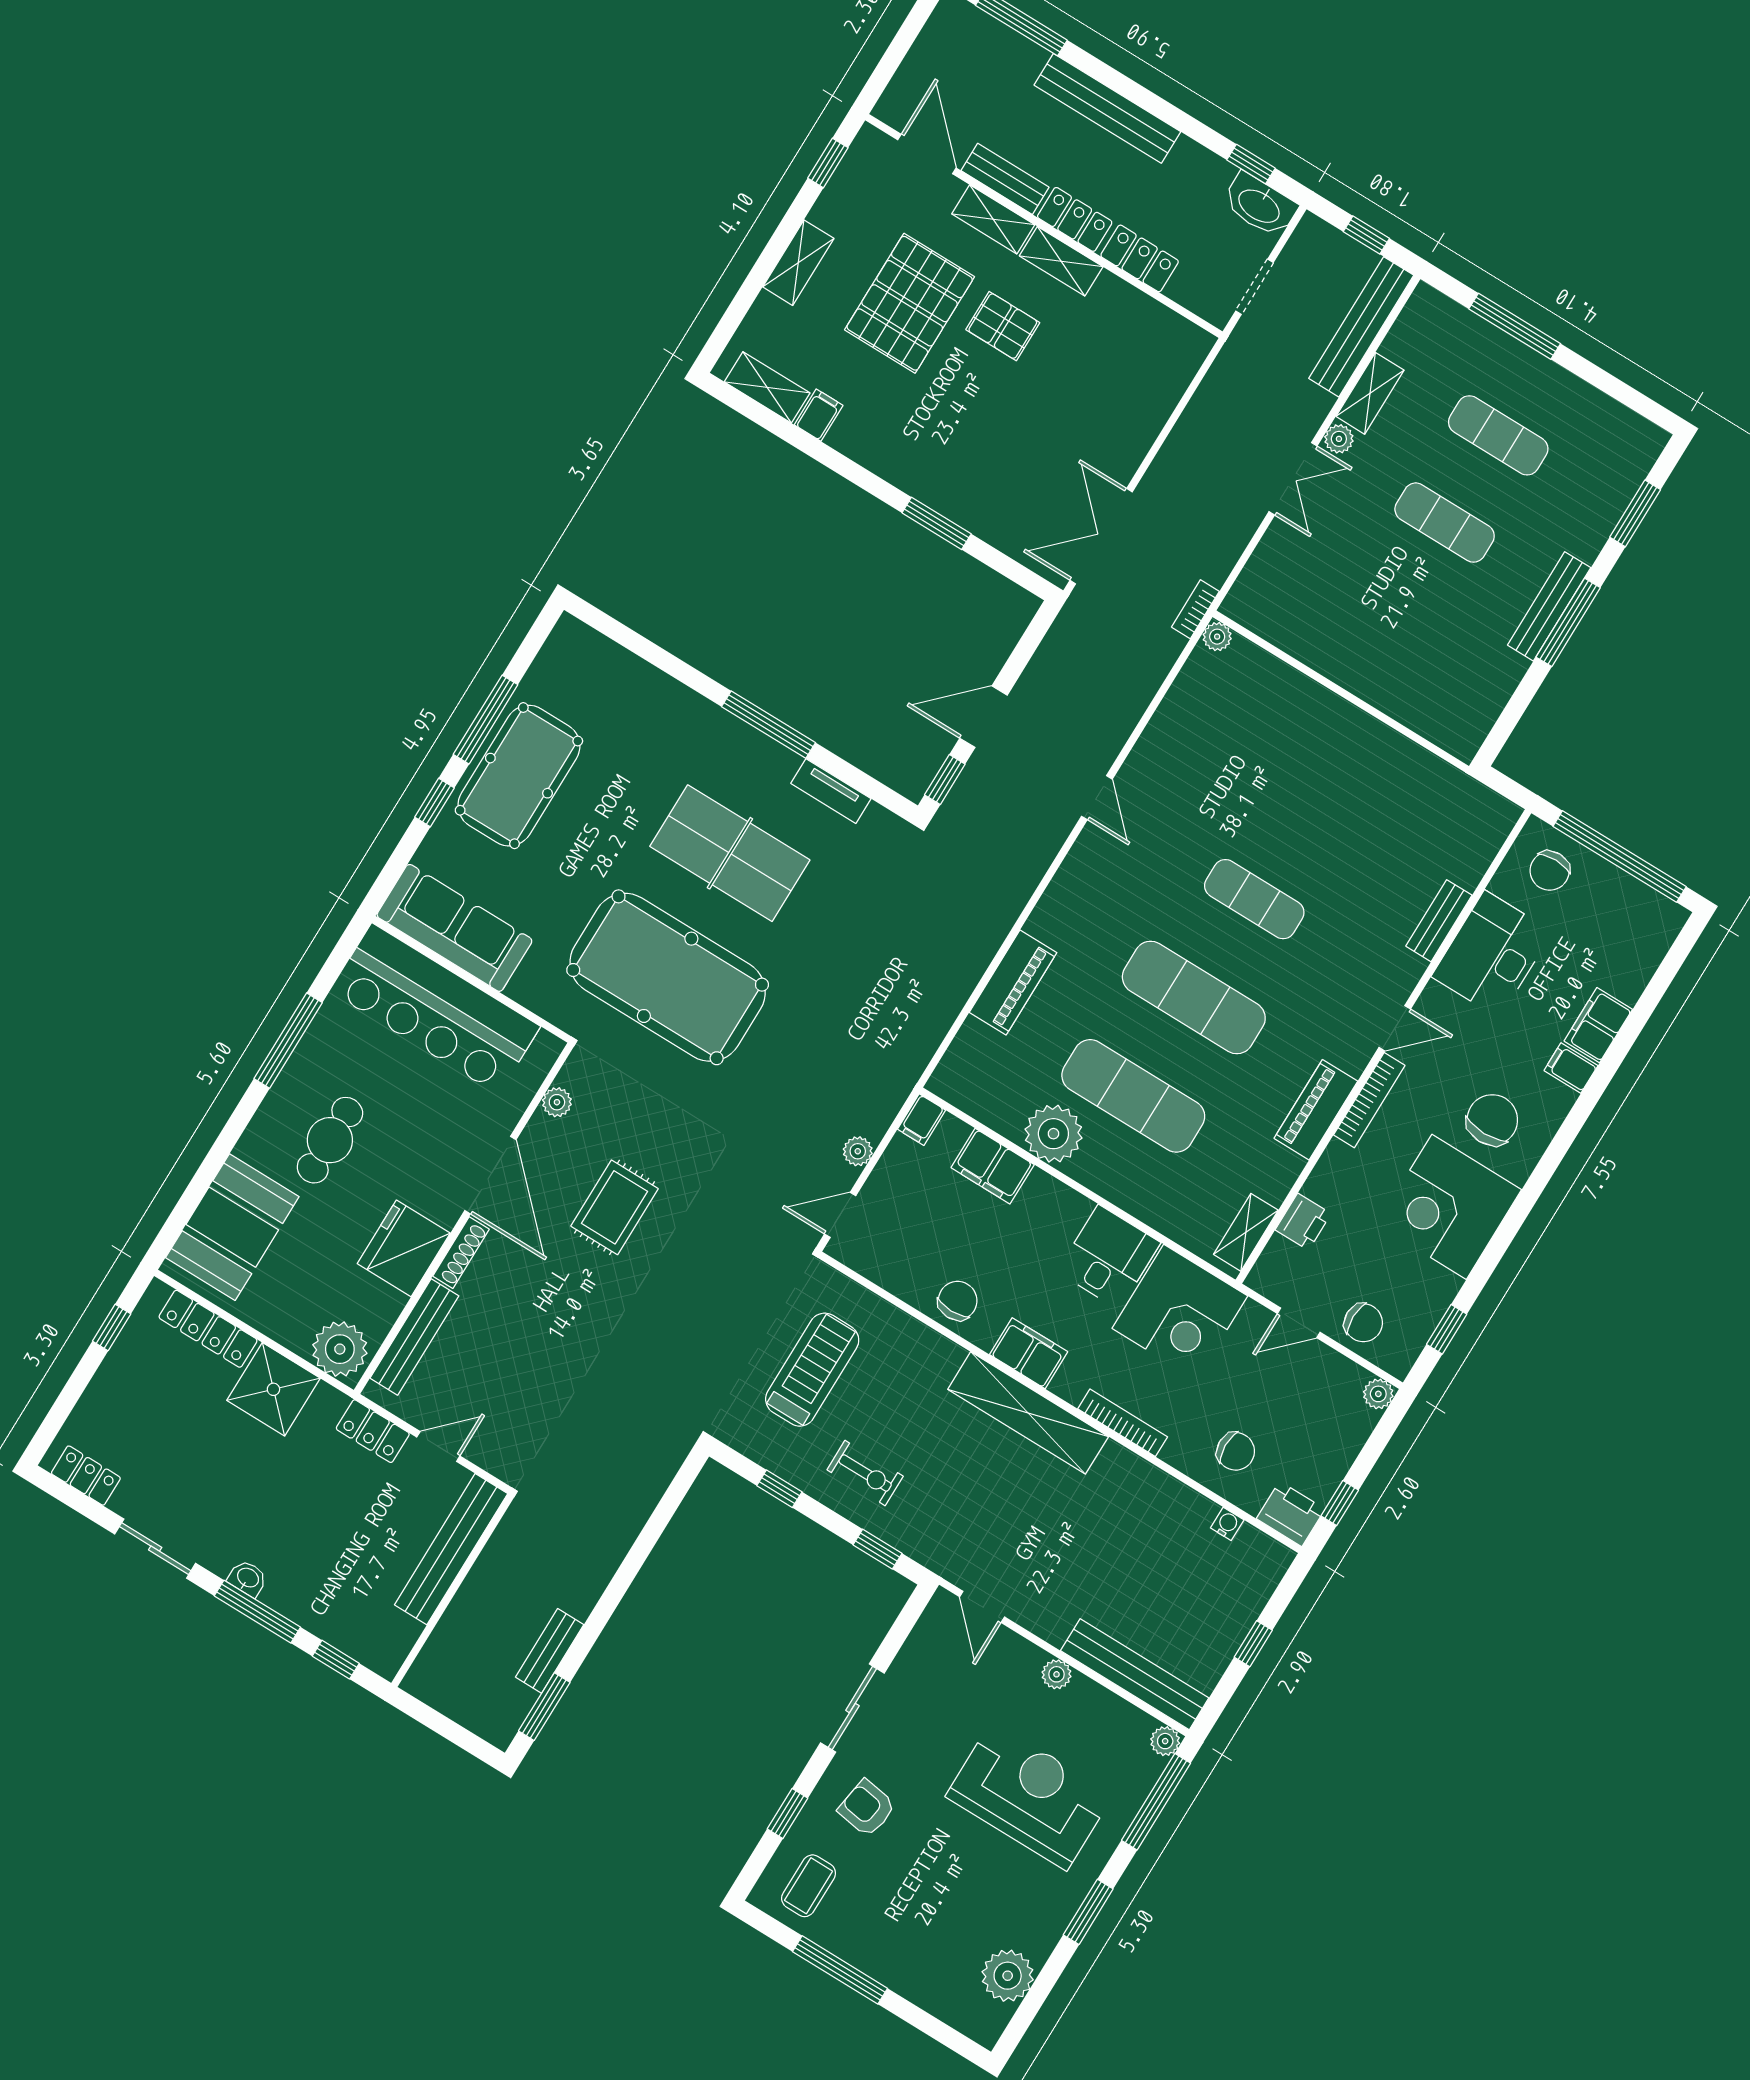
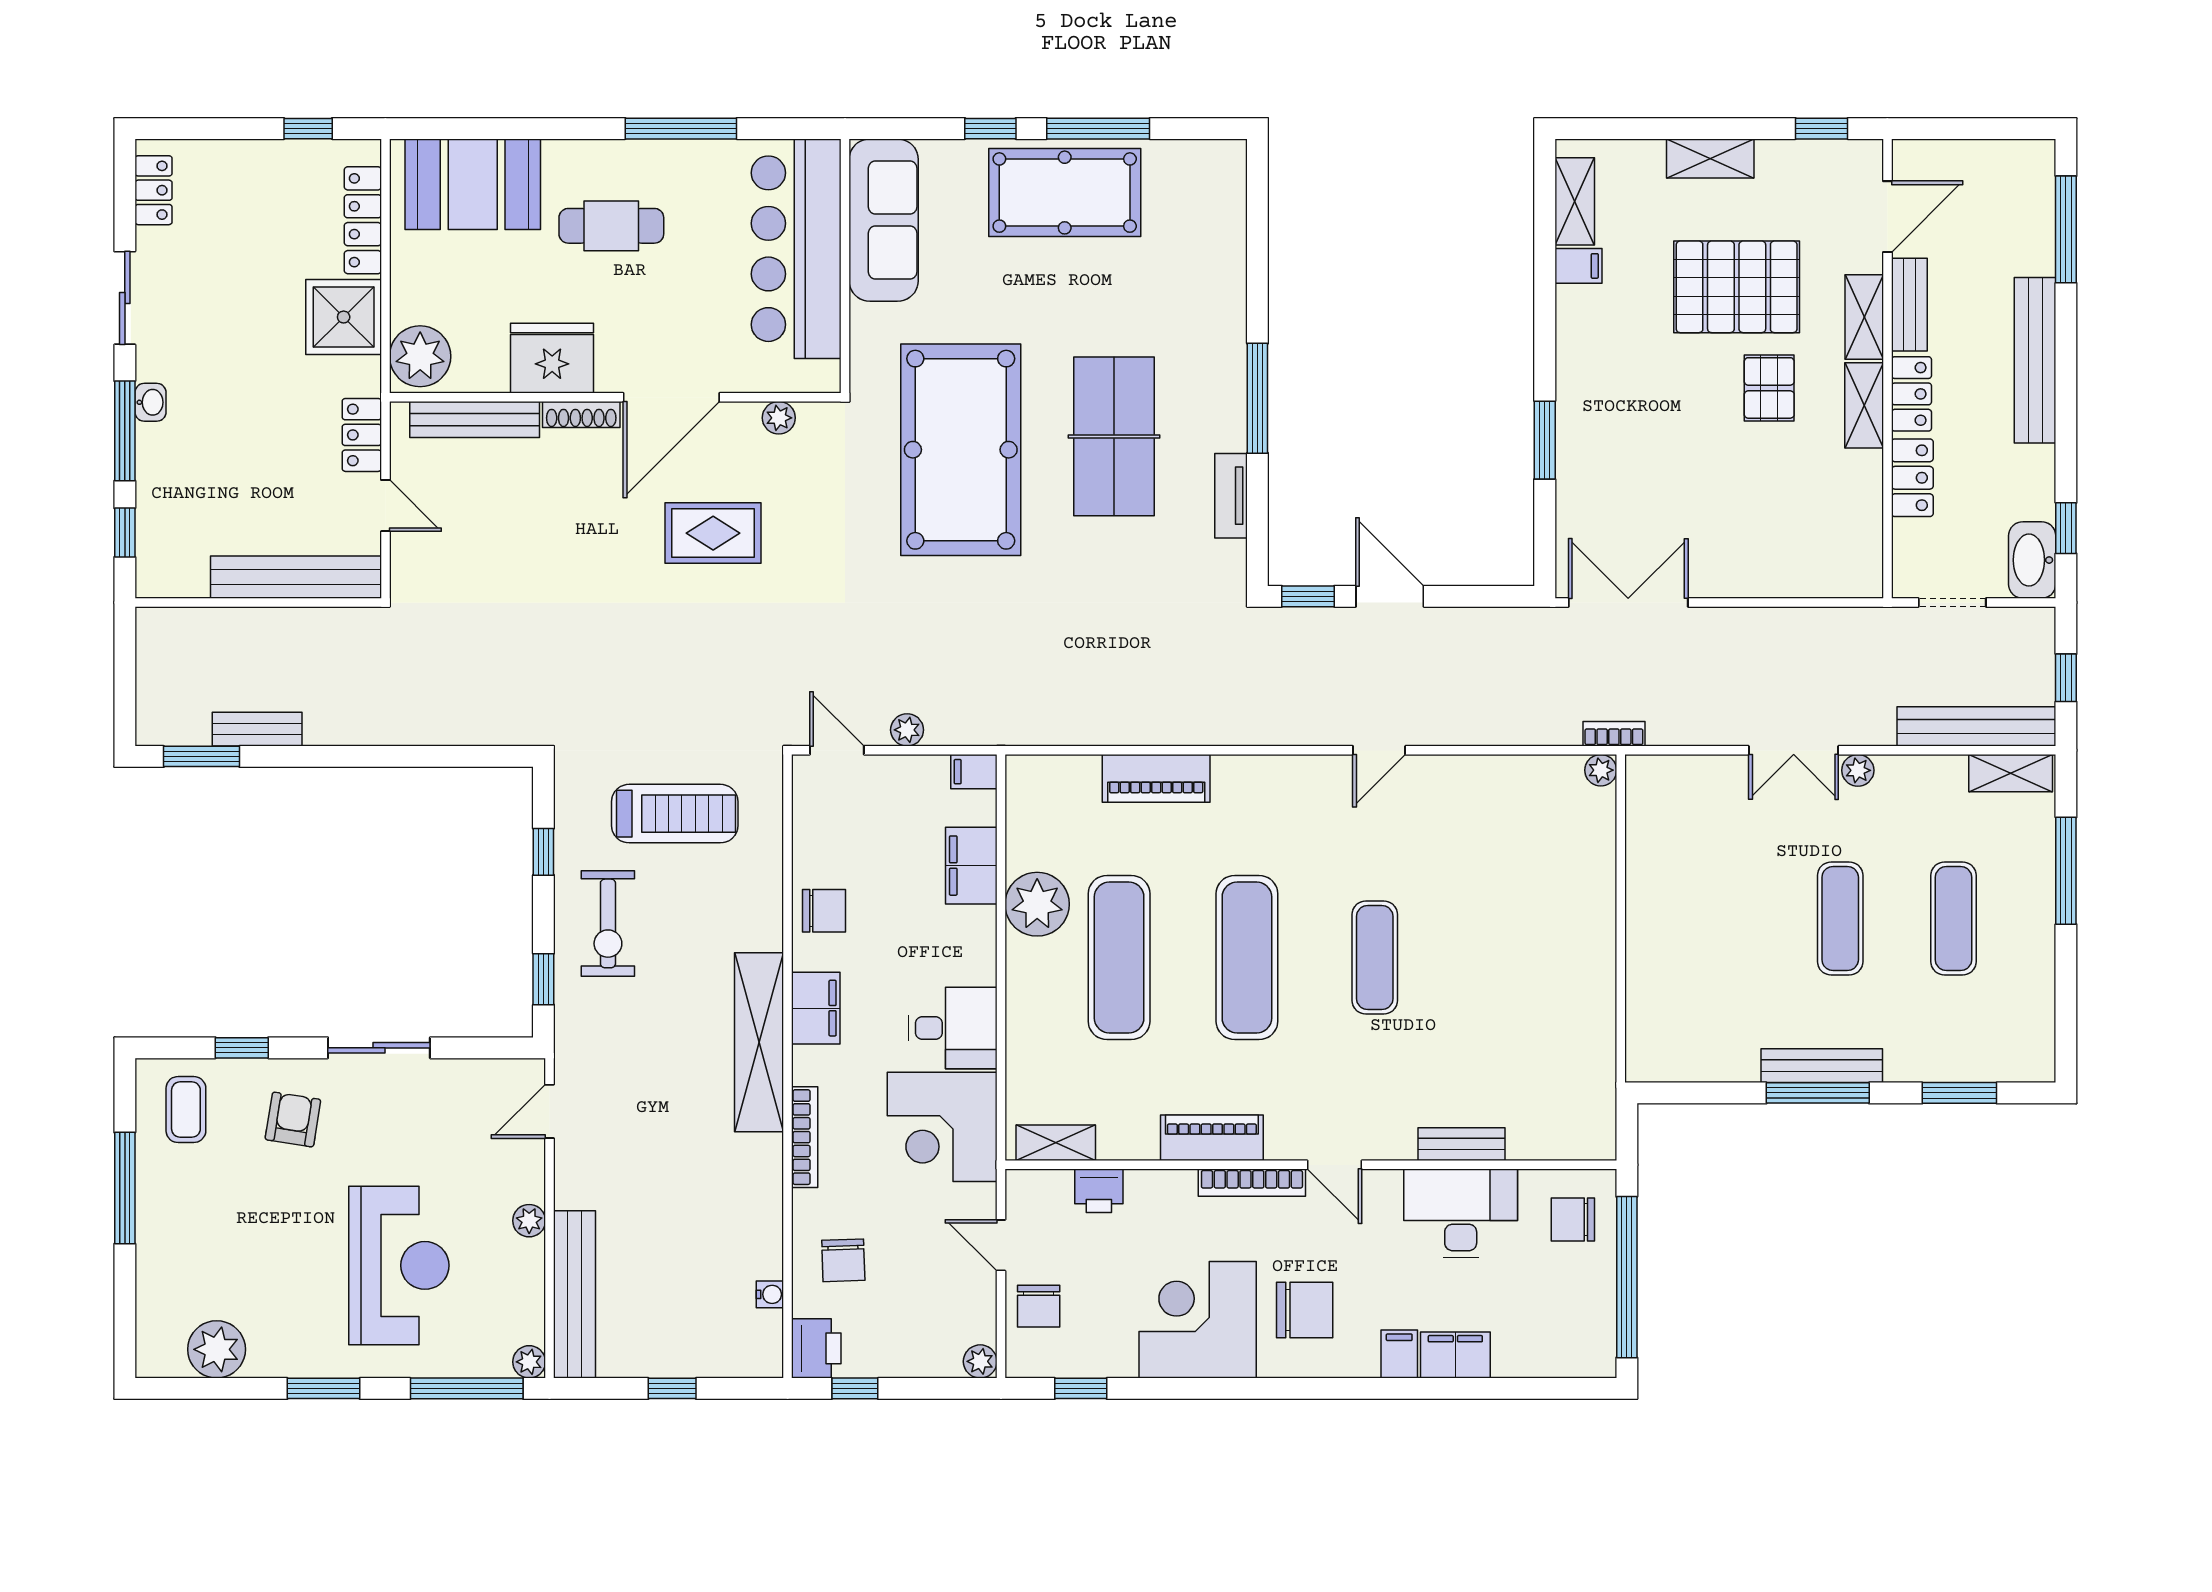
shelving: (1370, 393) -> (2011, 773), moved
exercise bike: (865, 1473) -> (608, 923), width x1.38, depth x1.39
coffee table: (809, 1886) -> (186, 1110), turned 90

